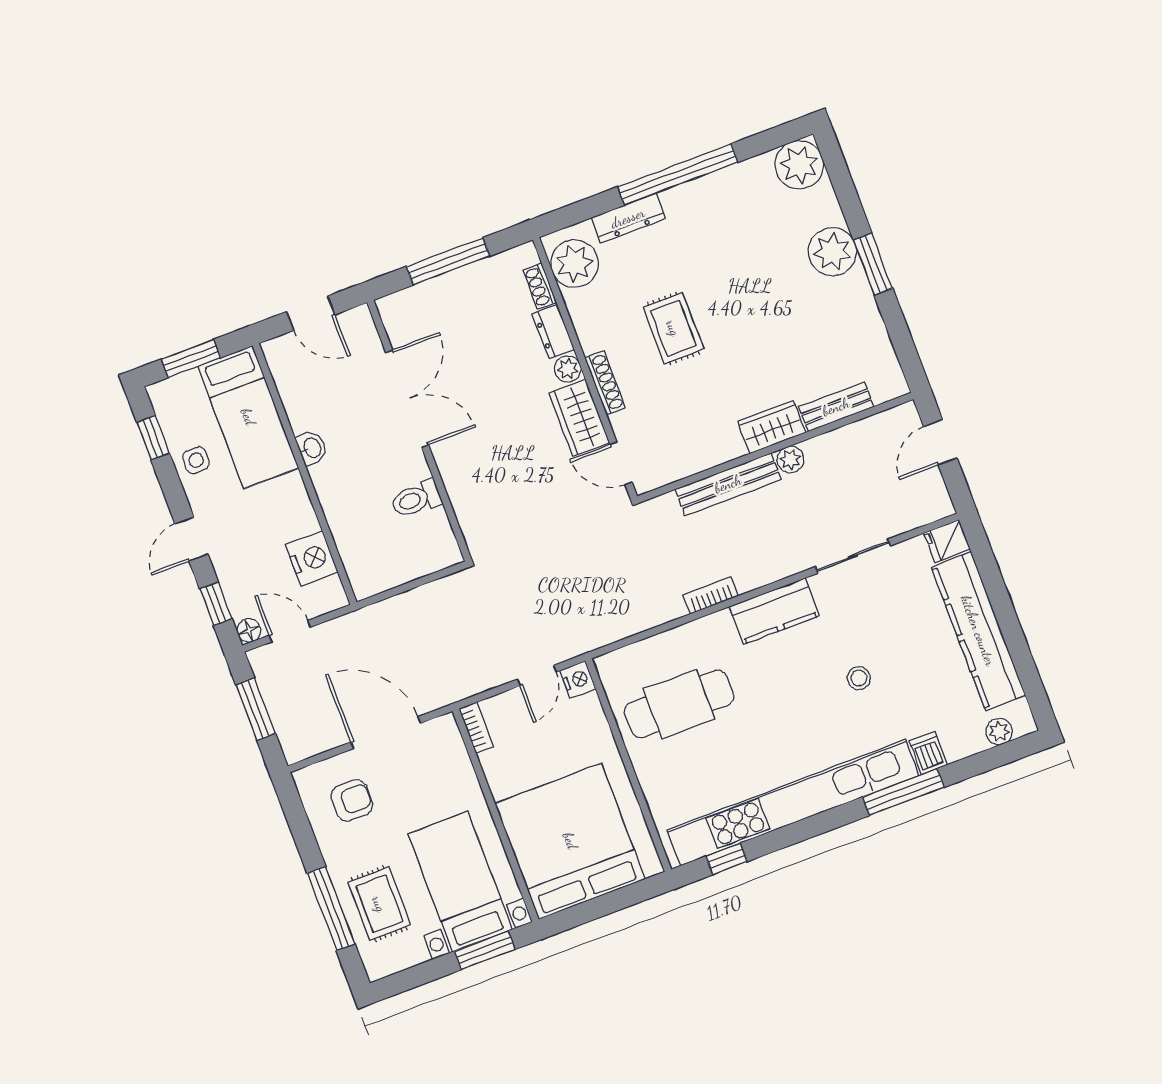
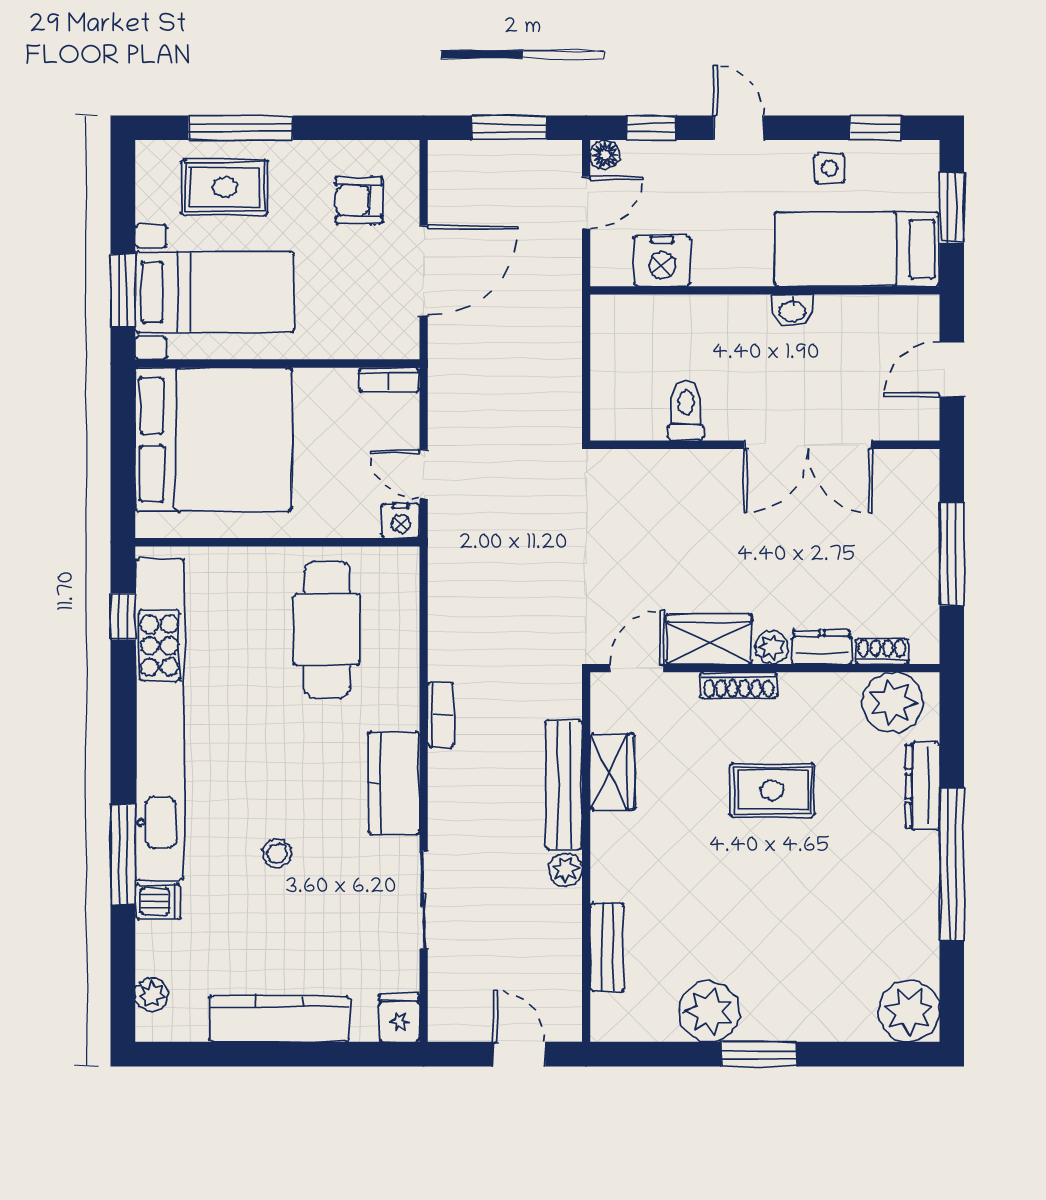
plant: (832, 252) -> (709, 1012), moved
wardrobe: (772, 427) -> (612, 772), moved
kitchen counter: (978, 631) -> (279, 1019), width x0.72, depth x0.86
armchair: (352, 800) -> (359, 200), turned 90

